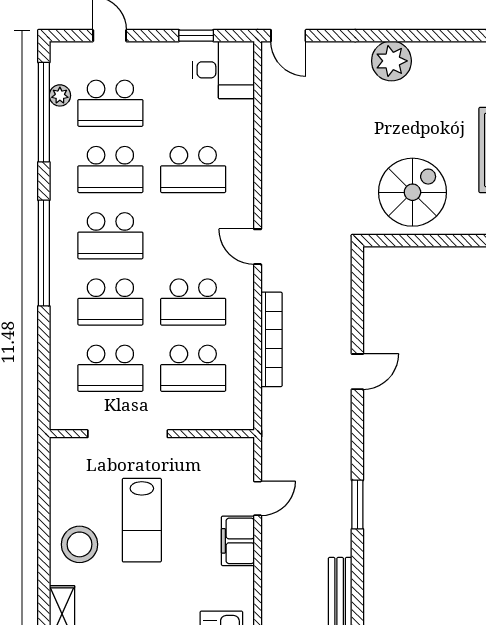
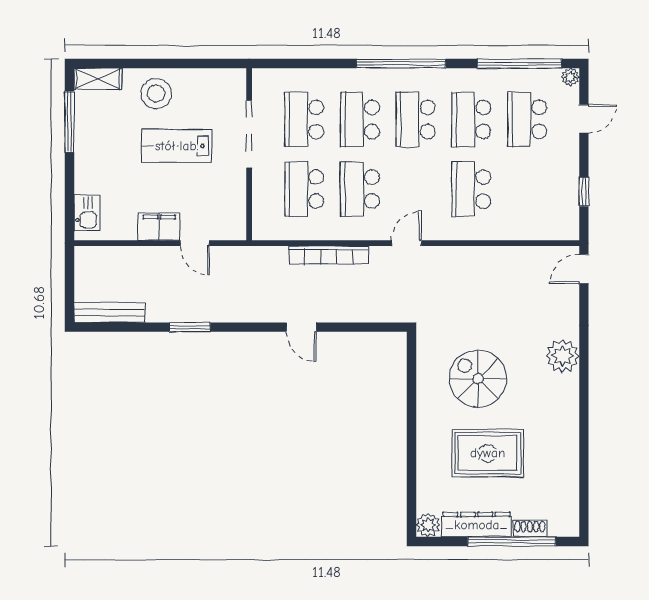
desk: (223, 70) -> (555, 214), removed
plant: (60, 95) -> (570, 77), moved
spiral stairs: (412, 192) -> (478, 379), moved, turned 180

